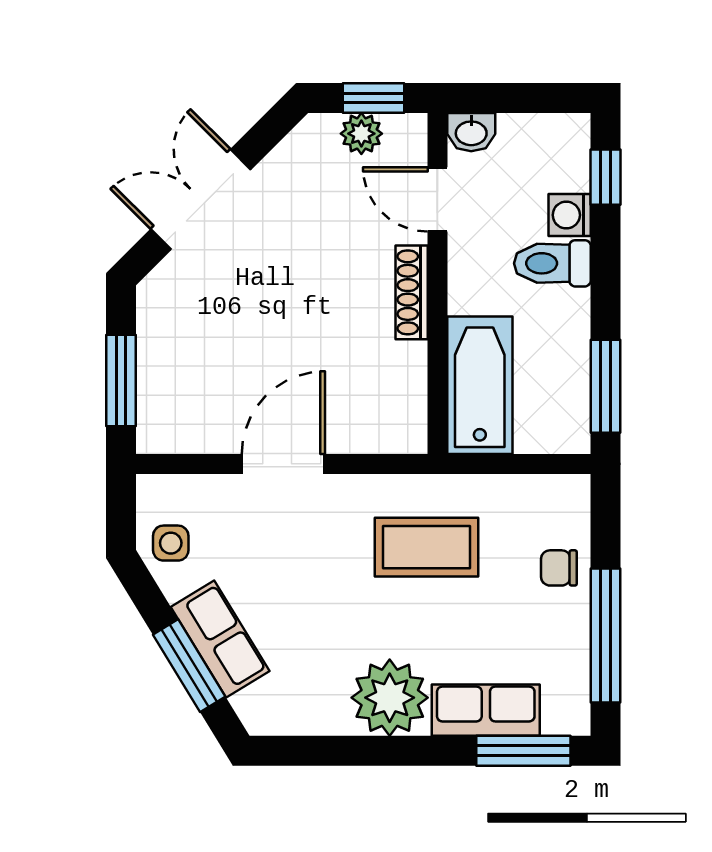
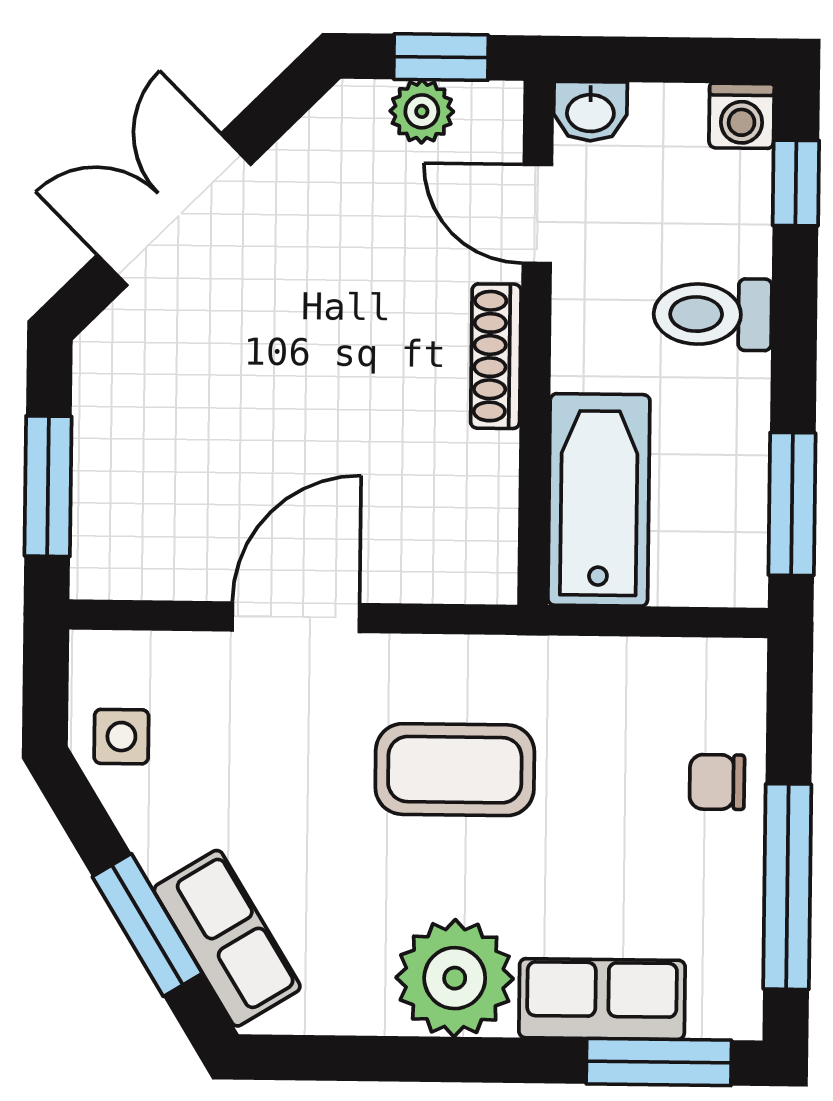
washing machine: (570, 215) -> (742, 116), moved, turned -90
coffee table: (426, 547) -> (455, 770), moved
row of seats: (220, 639) -> (227, 938), moved

